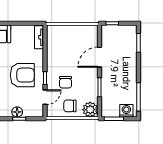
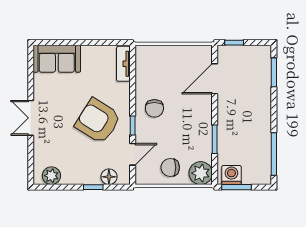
door: (99, 57) -> (215, 79), moved
armchair: (22, 75) -> (98, 121), turned -148
chair: (65, 82) -> (154, 108), moved
washing machine: (126, 111) -> (231, 175), moved
floor lamp: (17, 112) -> (109, 177), moved

